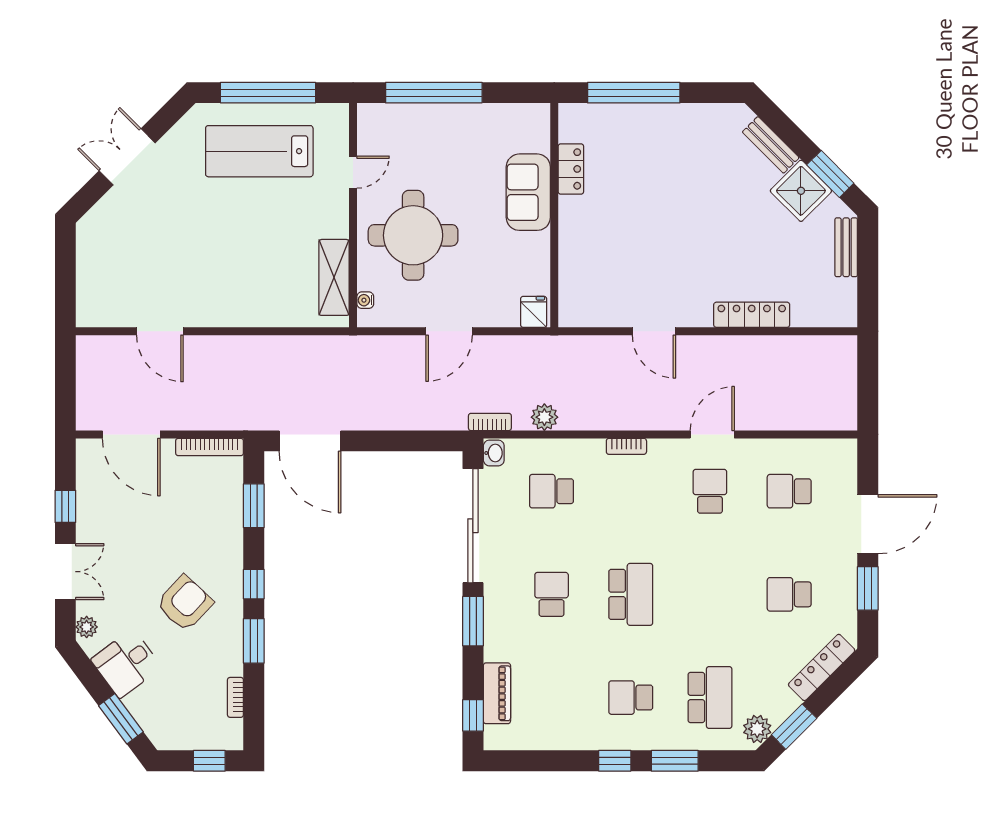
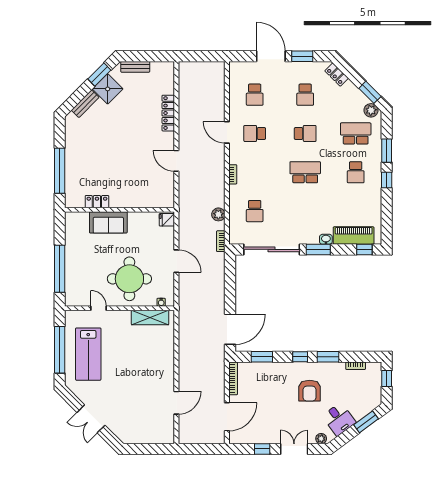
door: (654, 331) -> (176, 161), swing flipped
washbasin: (494, 453) -> (326, 239), moved
school desk: (552, 594) -> (305, 133), moved, turned 180
armchair: (185, 603) -> (310, 391), turned -133
locker: (822, 667) -> (337, 75), width x0.66
piano: (497, 693) -> (354, 236), width x1.37, depth x1.33

